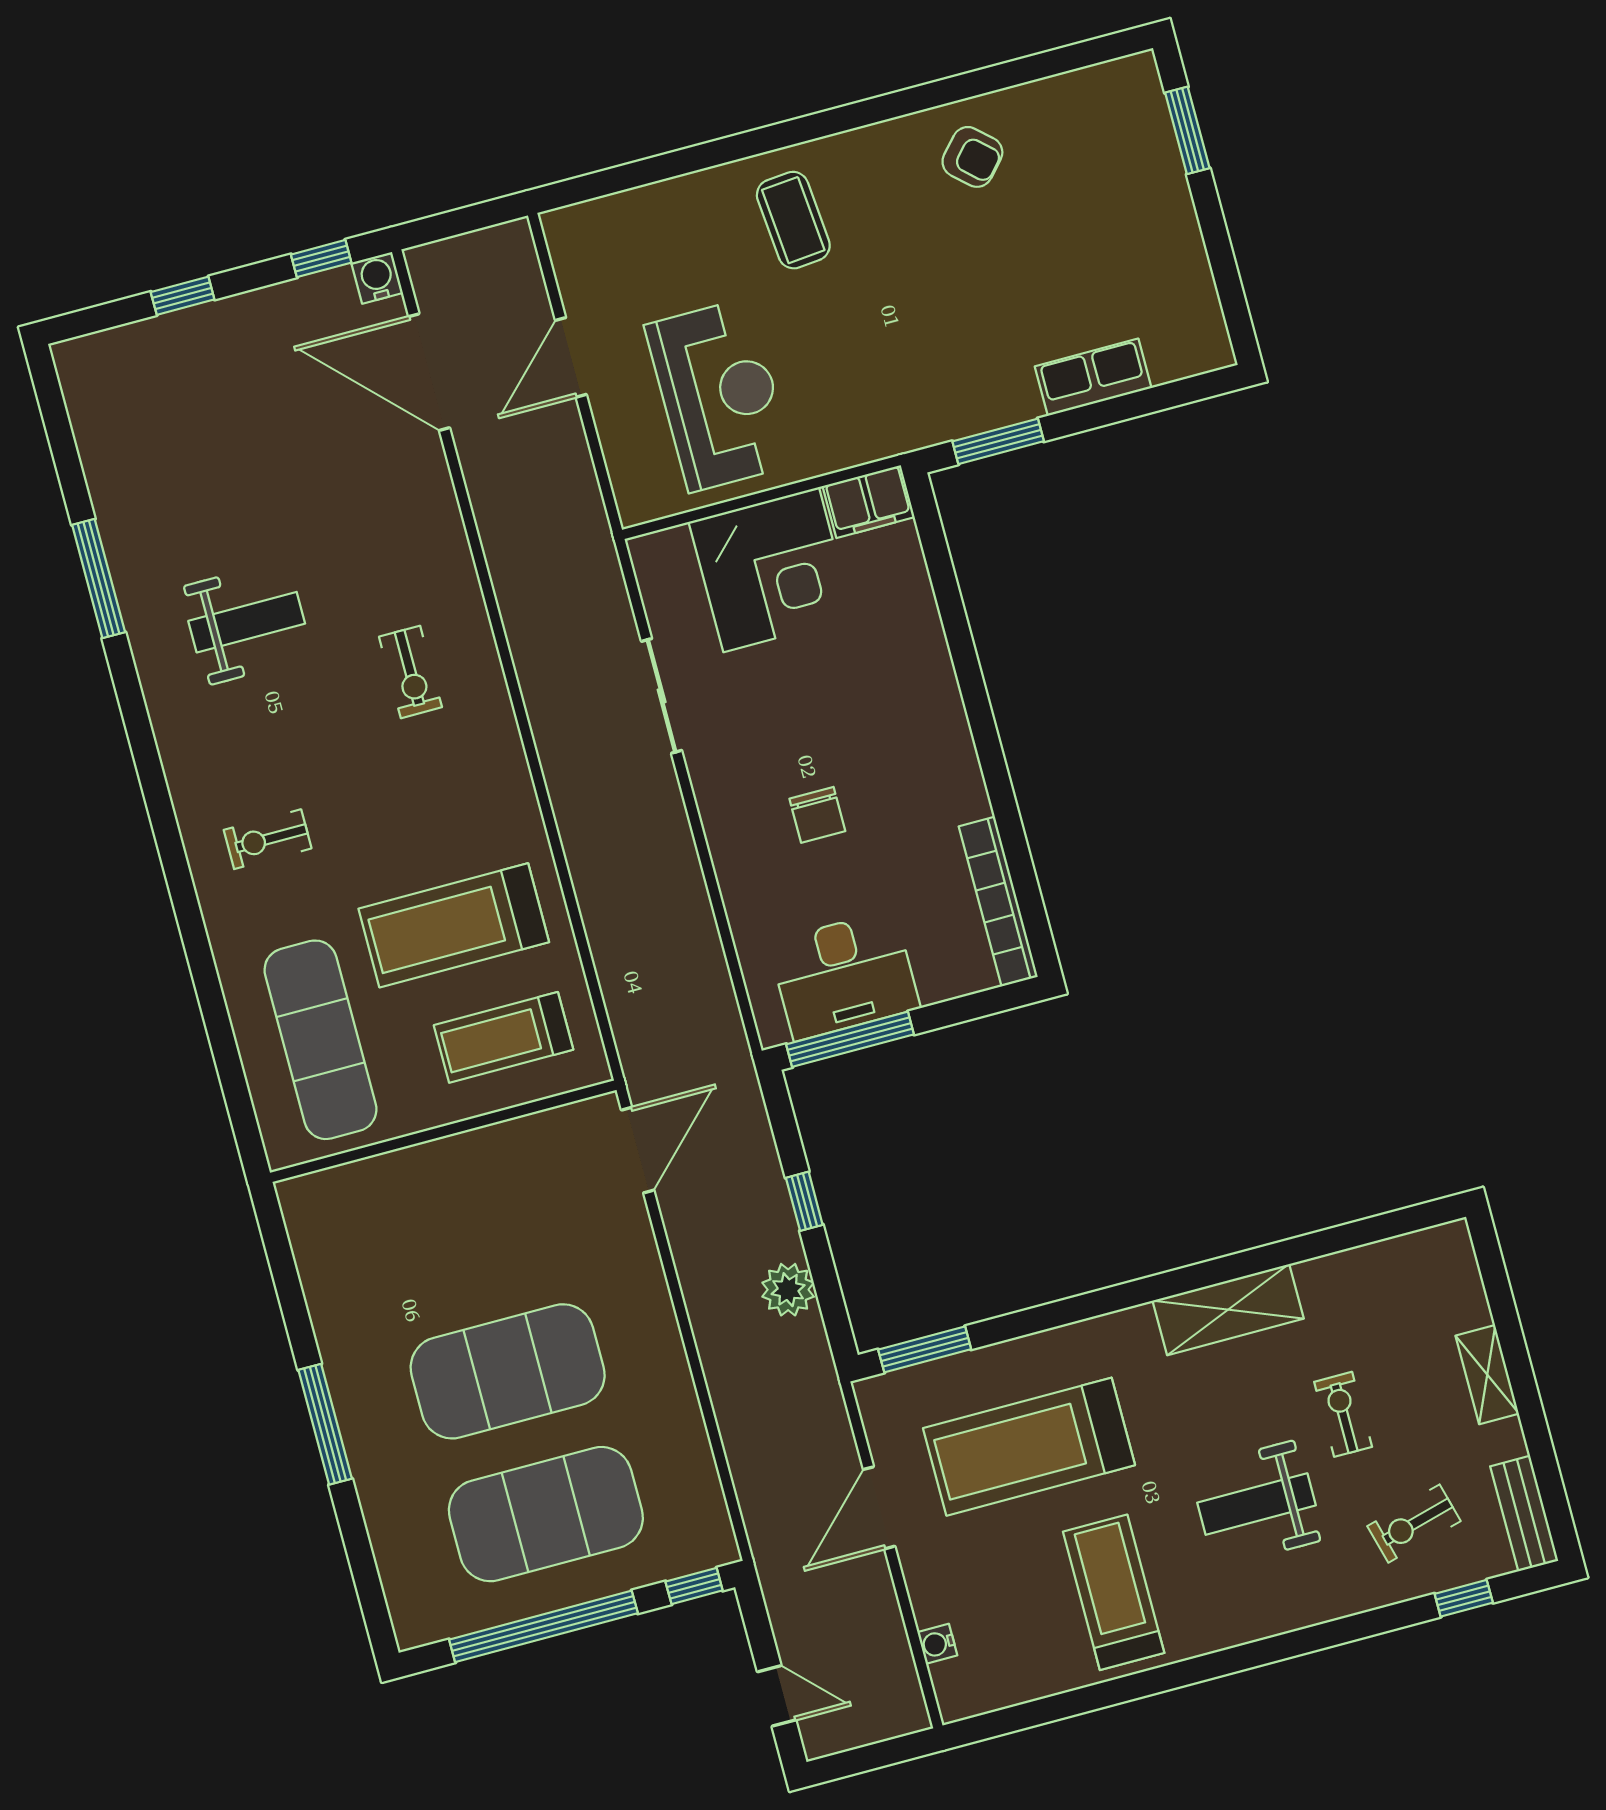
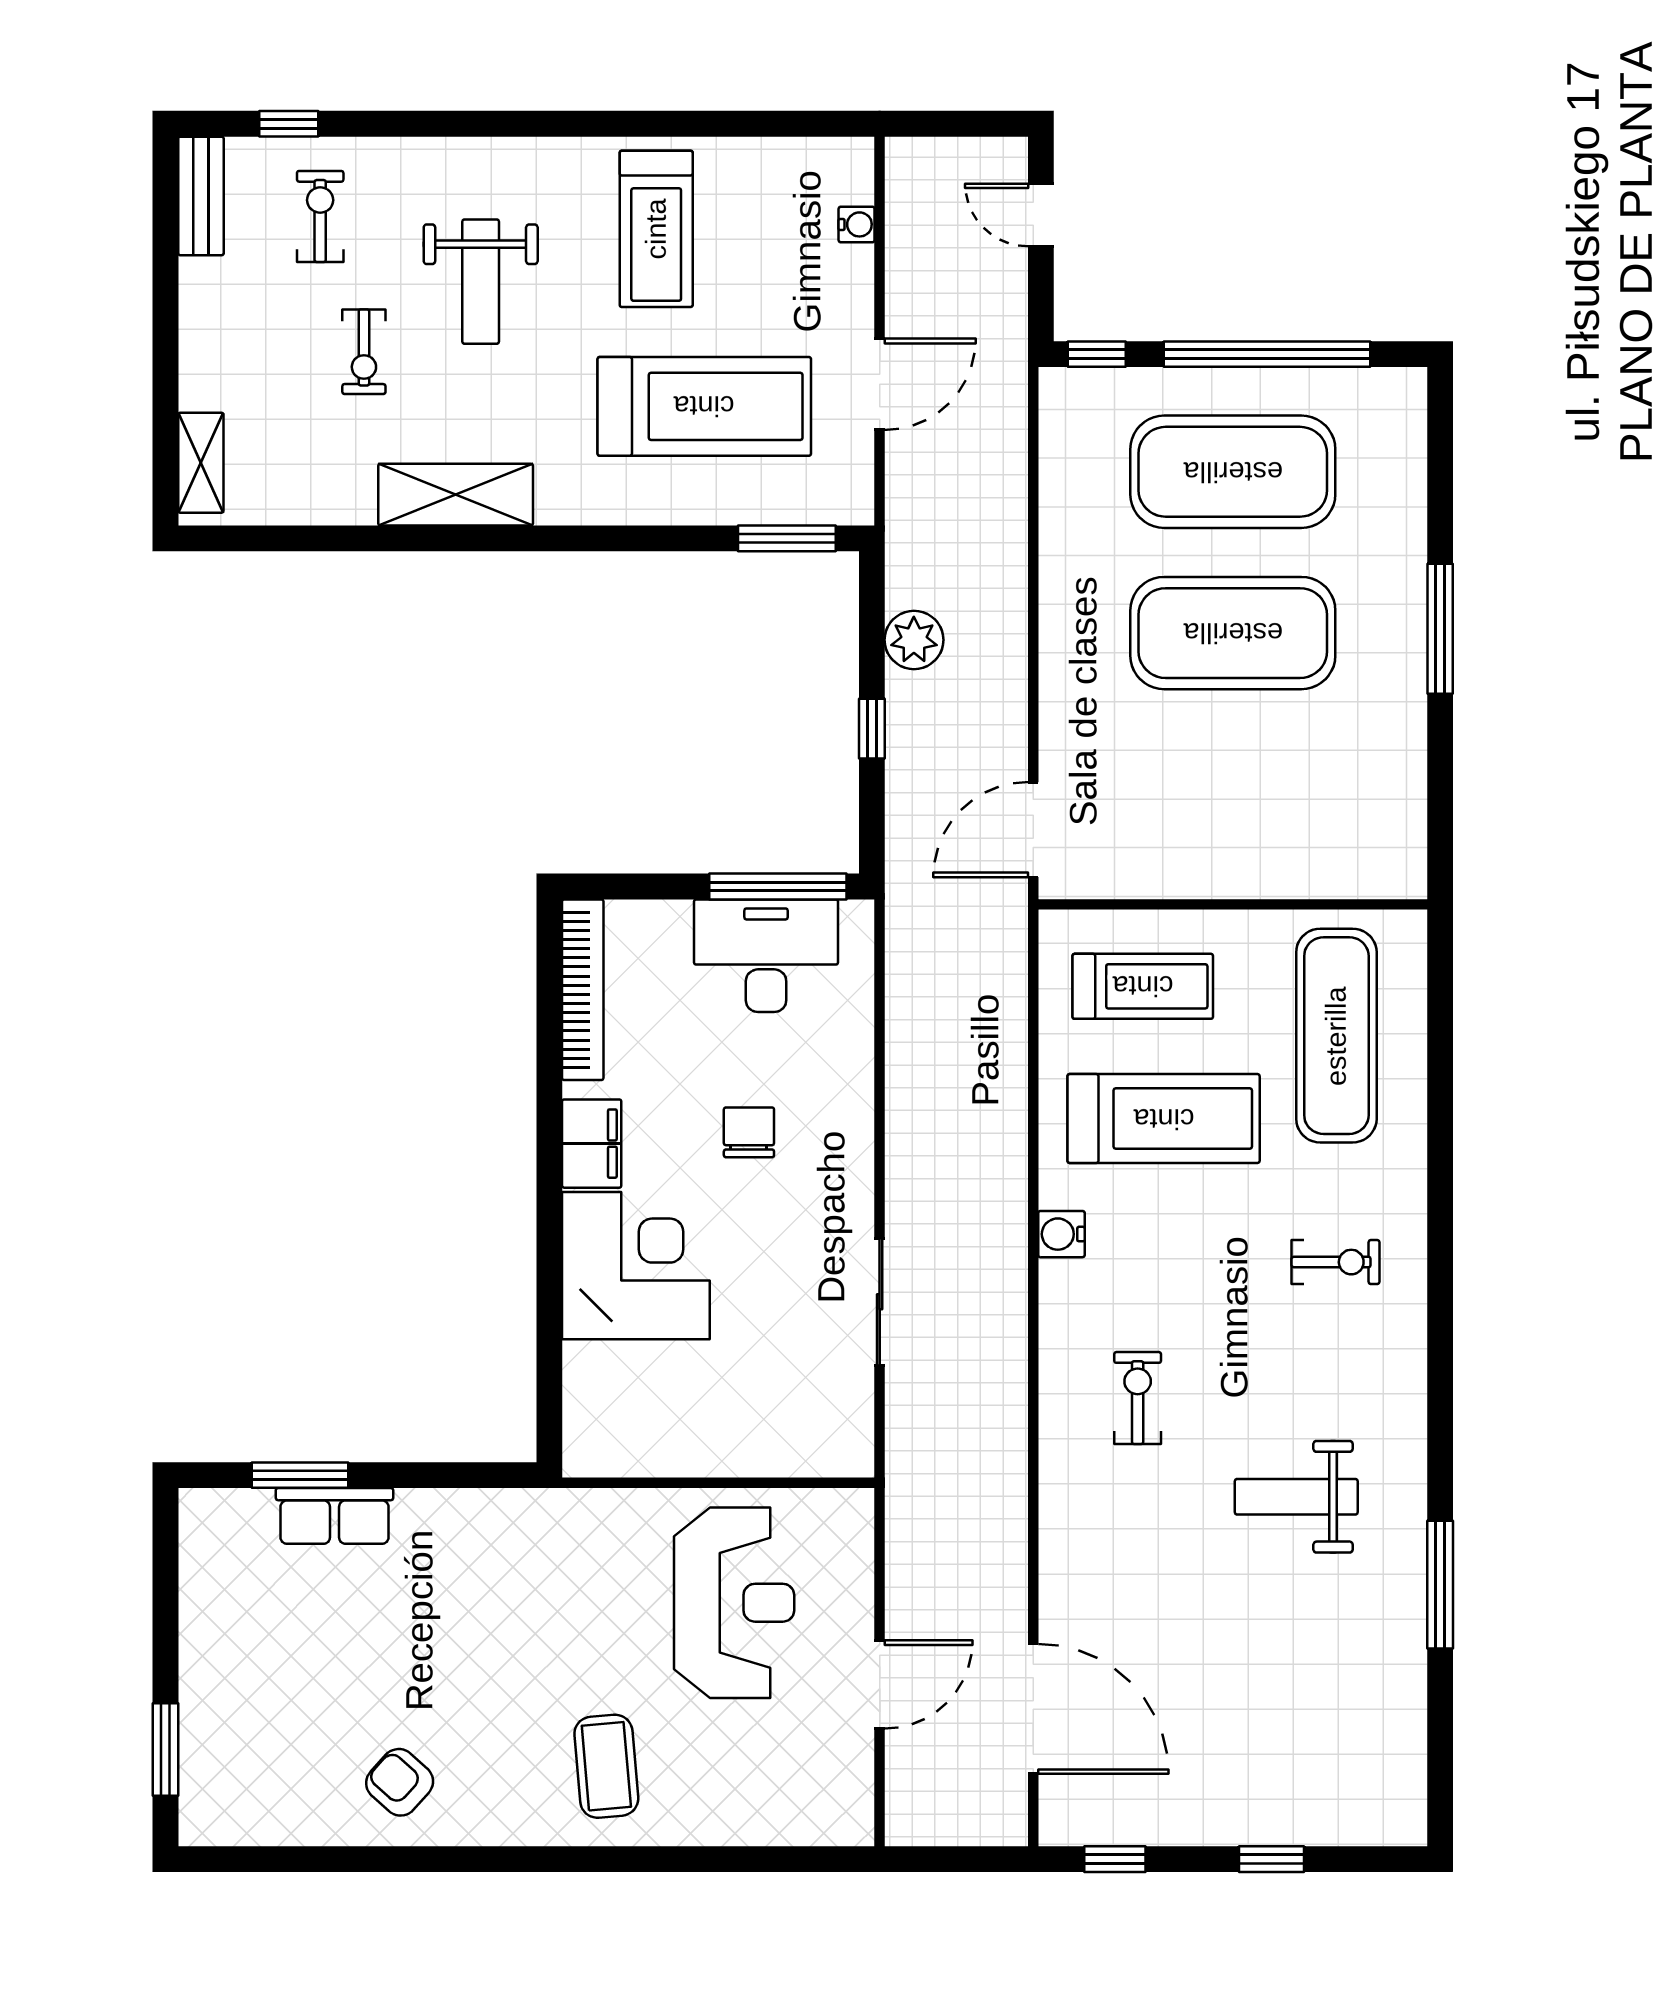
water cooler: (377, 278) -> (1061, 1234), moved, turned 90
reception desk: (719, 395) -> (734, 1603), turned 180
window: (998, 441) -> (300, 1475), moved
filing cabinet: (869, 502) -> (592, 1144), moved, turned 90
corner desk: (771, 570) -> (636, 1266), moved, turned 90
shelving: (1487, 1375) -> (201, 463), moved
weight bench: (1256, 1504) -> (481, 282), turned 90
exercise bike: (1414, 1524) -> (320, 216), turned -75

